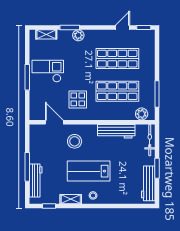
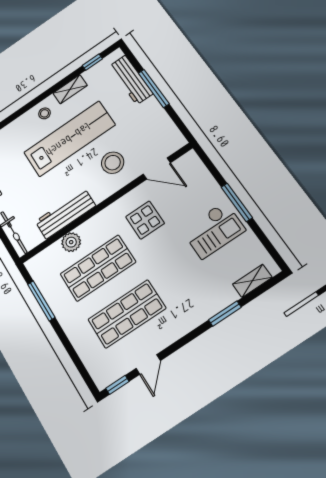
plant: (78, 35) -> (205, 311), removed
plant: (142, 114) -> (71, 242), moved
lab bench: (89, 171) -> (69, 139), width x1.36

